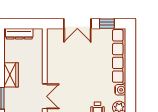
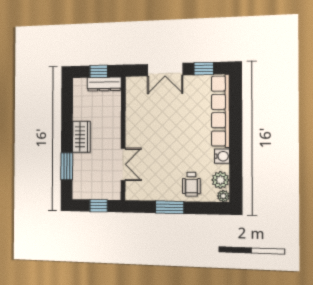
window: (25, 24) -> (99, 71), added
dresser: (19, 34) -> (104, 84), moved

